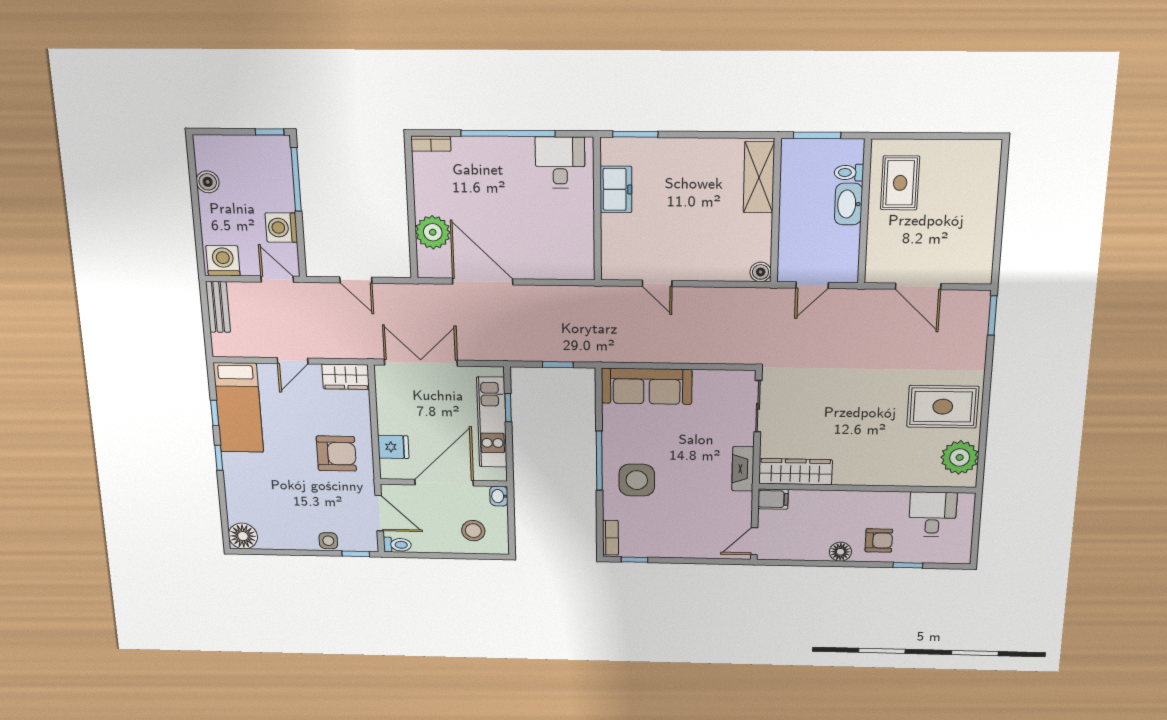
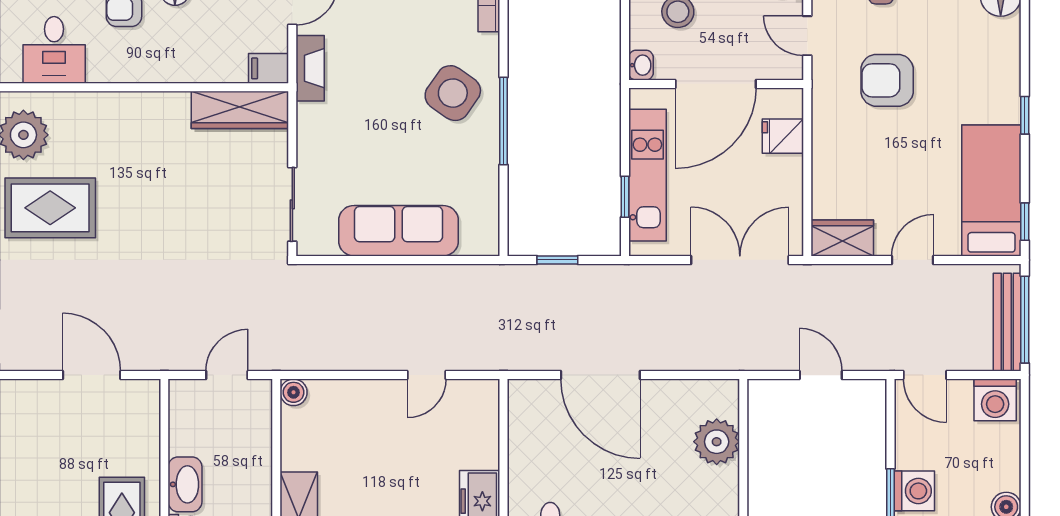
washing machine: (281, 228) -> (914, 491), moved
door: (483, 281) -> (600, 375), moved
door: (657, 283) -> (427, 375), swing flipped
bench: (218, 307) -> (1007, 322), width x1.36
window: (206, 318) -> (1025, 320), added
double door: (421, 363) -> (740, 260), swing flipped
sofa: (647, 386) -> (399, 231), moved
window: (215, 413) -> (1025, 222), moved
armchair: (336, 454) -> (887, 80), moved
fireplace: (743, 469) -> (310, 68), moved
side table: (637, 480) -> (453, 93), turned 35
door: (379, 513) -> (807, 36), width x0.73

